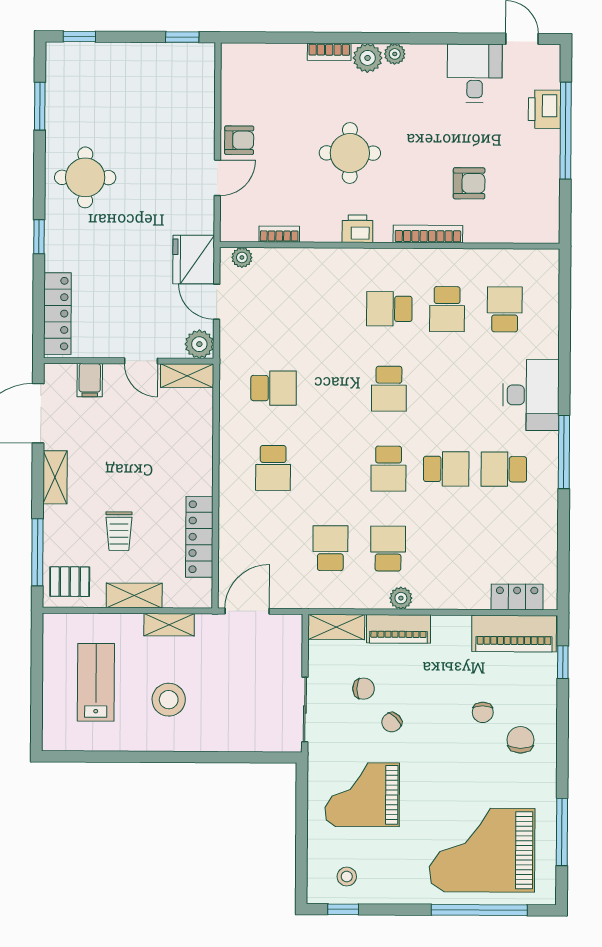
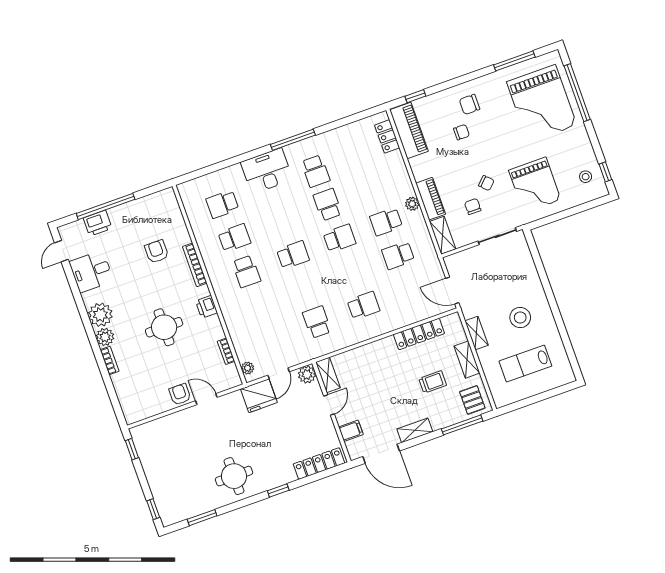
plant: (395, 54) -> (100, 315), width x1.87, depth x1.87

